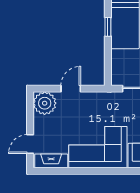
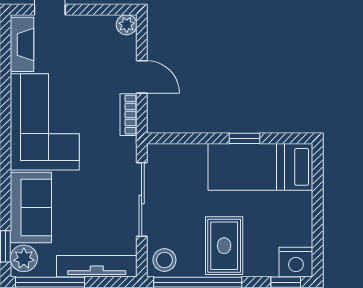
bookcase: (93, 97) -> (128, 115), added
plant: (45, 103) -> (127, 25), width x0.53, depth x0.53

